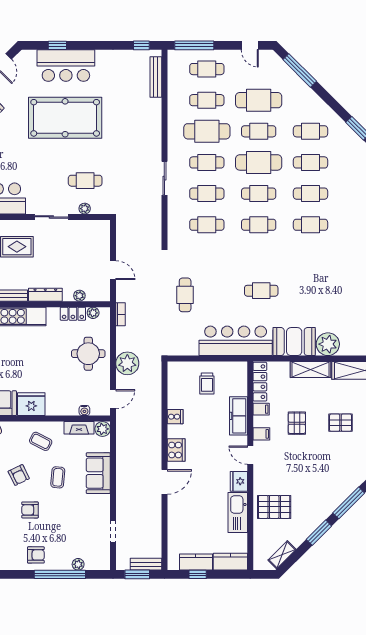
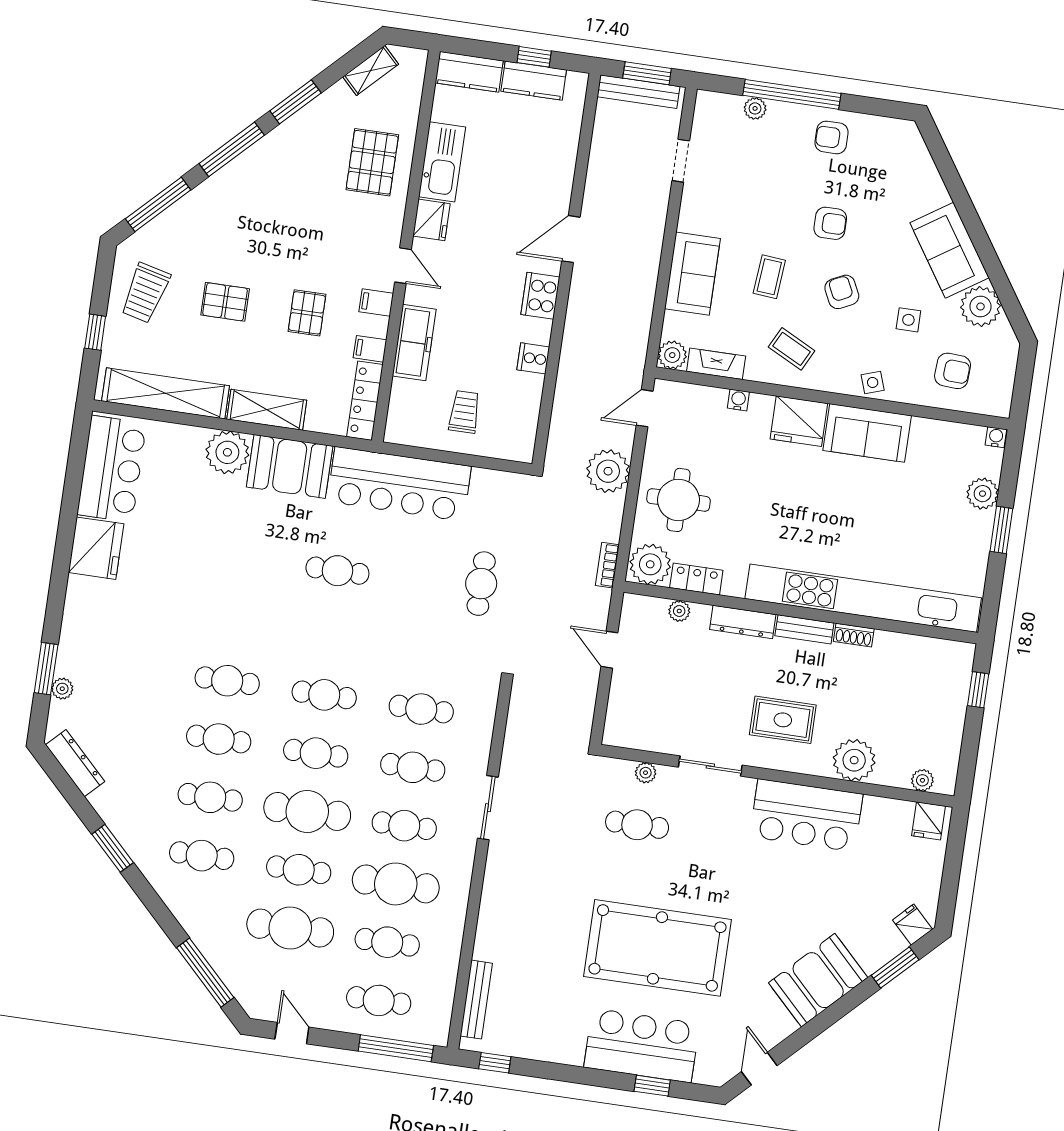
plant: (93, 313) -> (650, 564), width x1.88, depth x1.88
water cooler: (84, 411) -> (738, 400), moved
pallet: (274, 507) -> (372, 162), turned 90
bench: (146, 564) -> (638, 92), width x1.36

